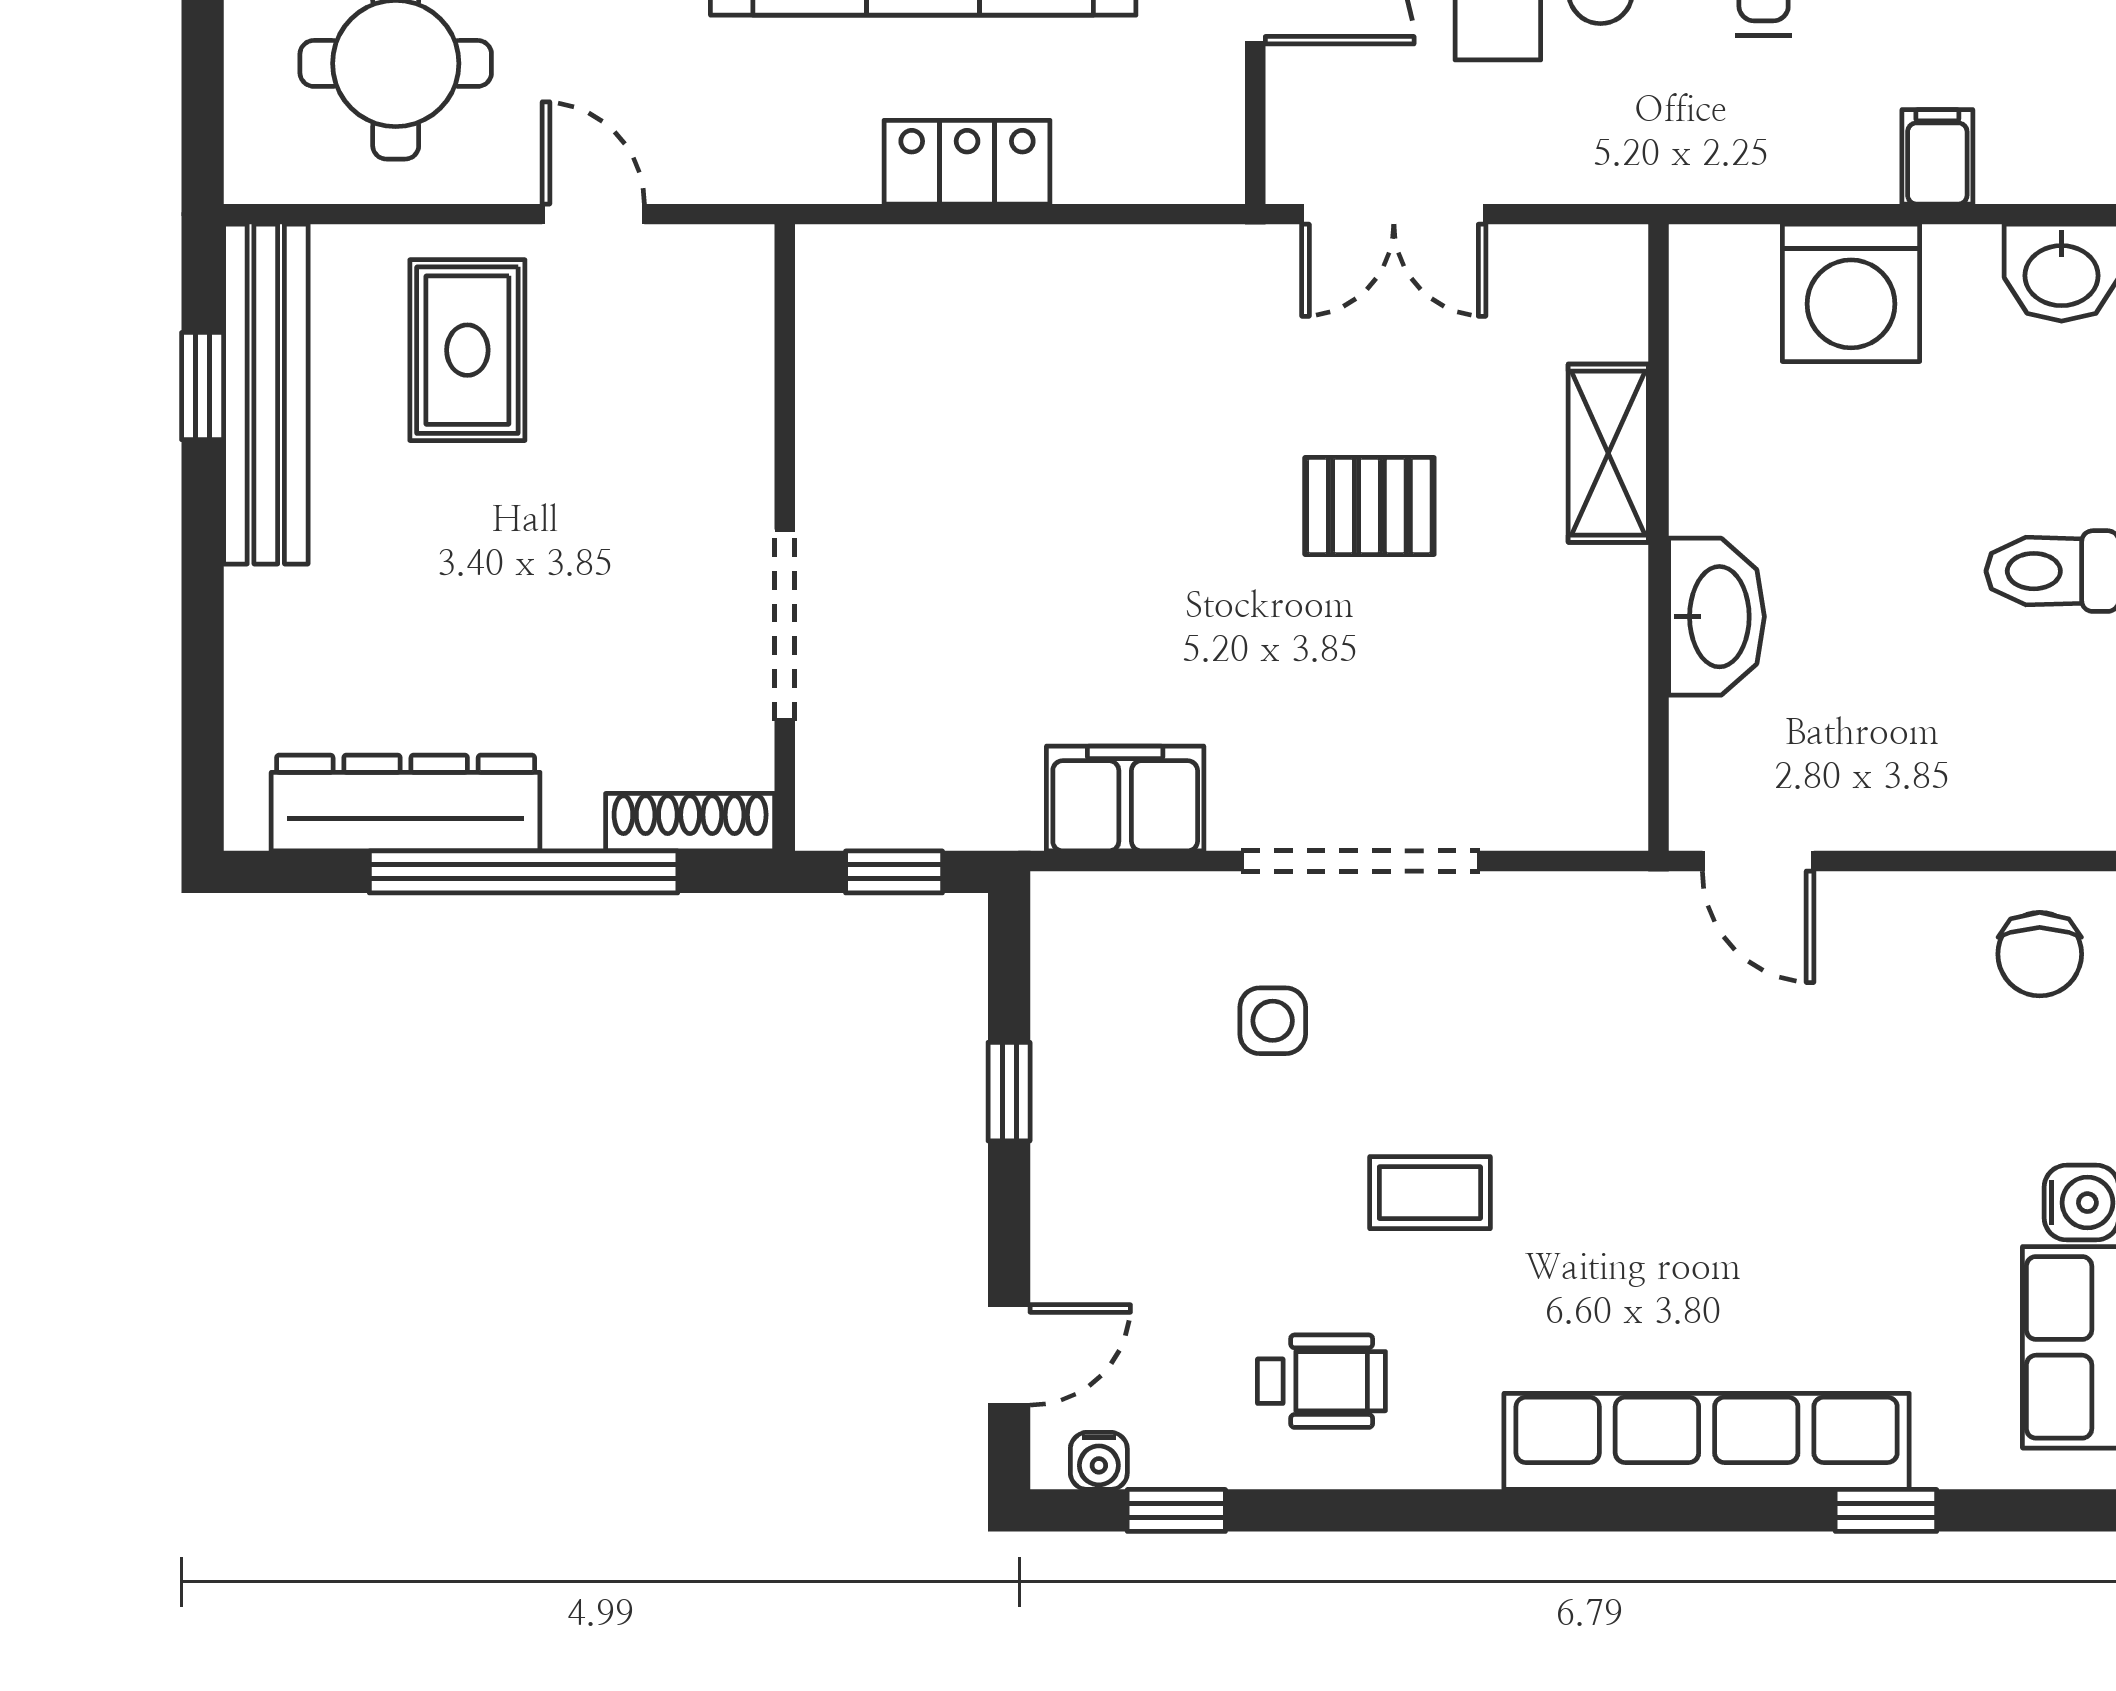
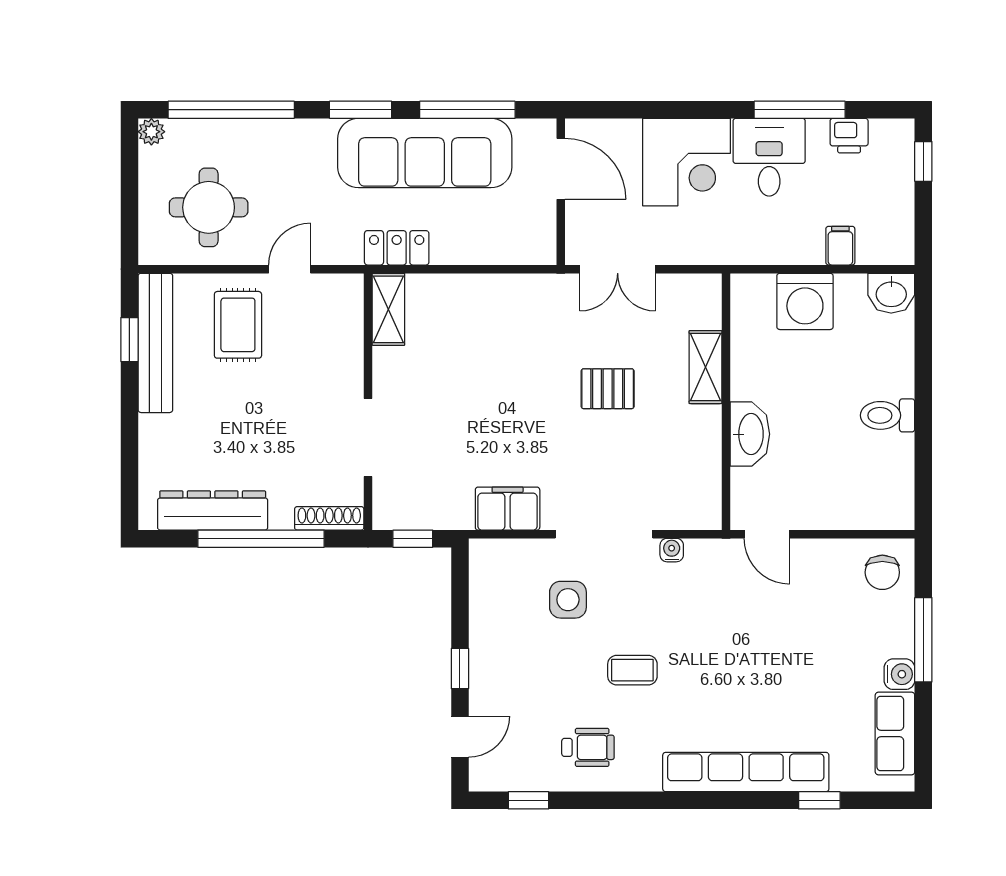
locker: (967, 162) -> (397, 248), moved
door: (593, 214) -> (290, 269), hinge flipped
shelving: (834, 312) -> (388, 309), added
side table: (1273, 1021) -> (568, 600), width x1.37, depth x1.37
window: (1009, 1092) -> (460, 669), moved
water cooler: (1099, 1461) -> (672, 550), moved, turned 180

